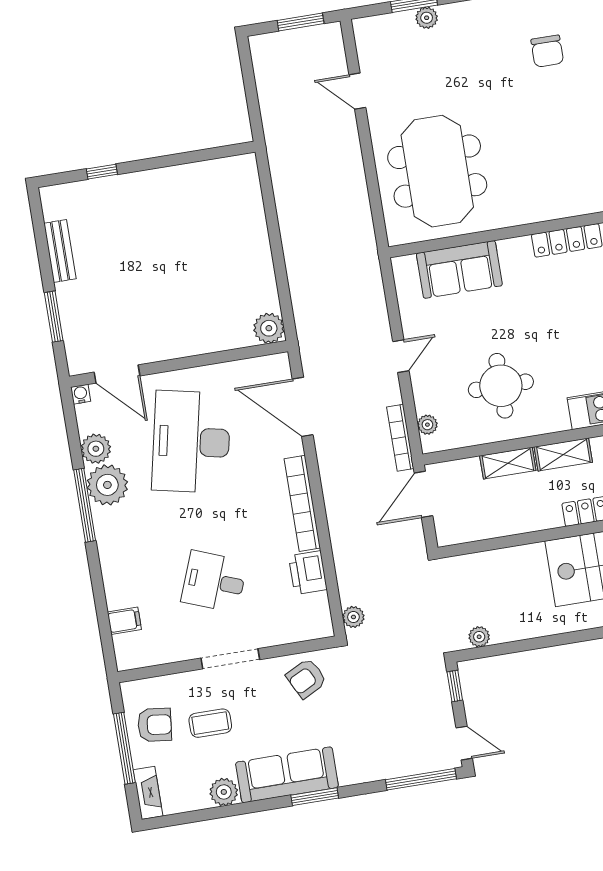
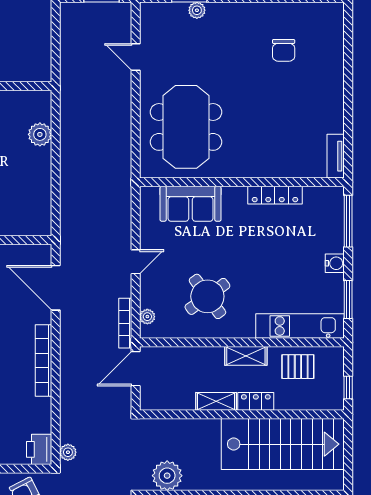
plant: (269, 328) -> (40, 134), moved
round table: (501, 386) -> (207, 296), turned -36
shelving: (508, 463) -> (216, 401), moved
printer: (308, 573) -> (39, 449), moved
plant: (479, 637) -> (167, 476), width x1.88, depth x1.88

